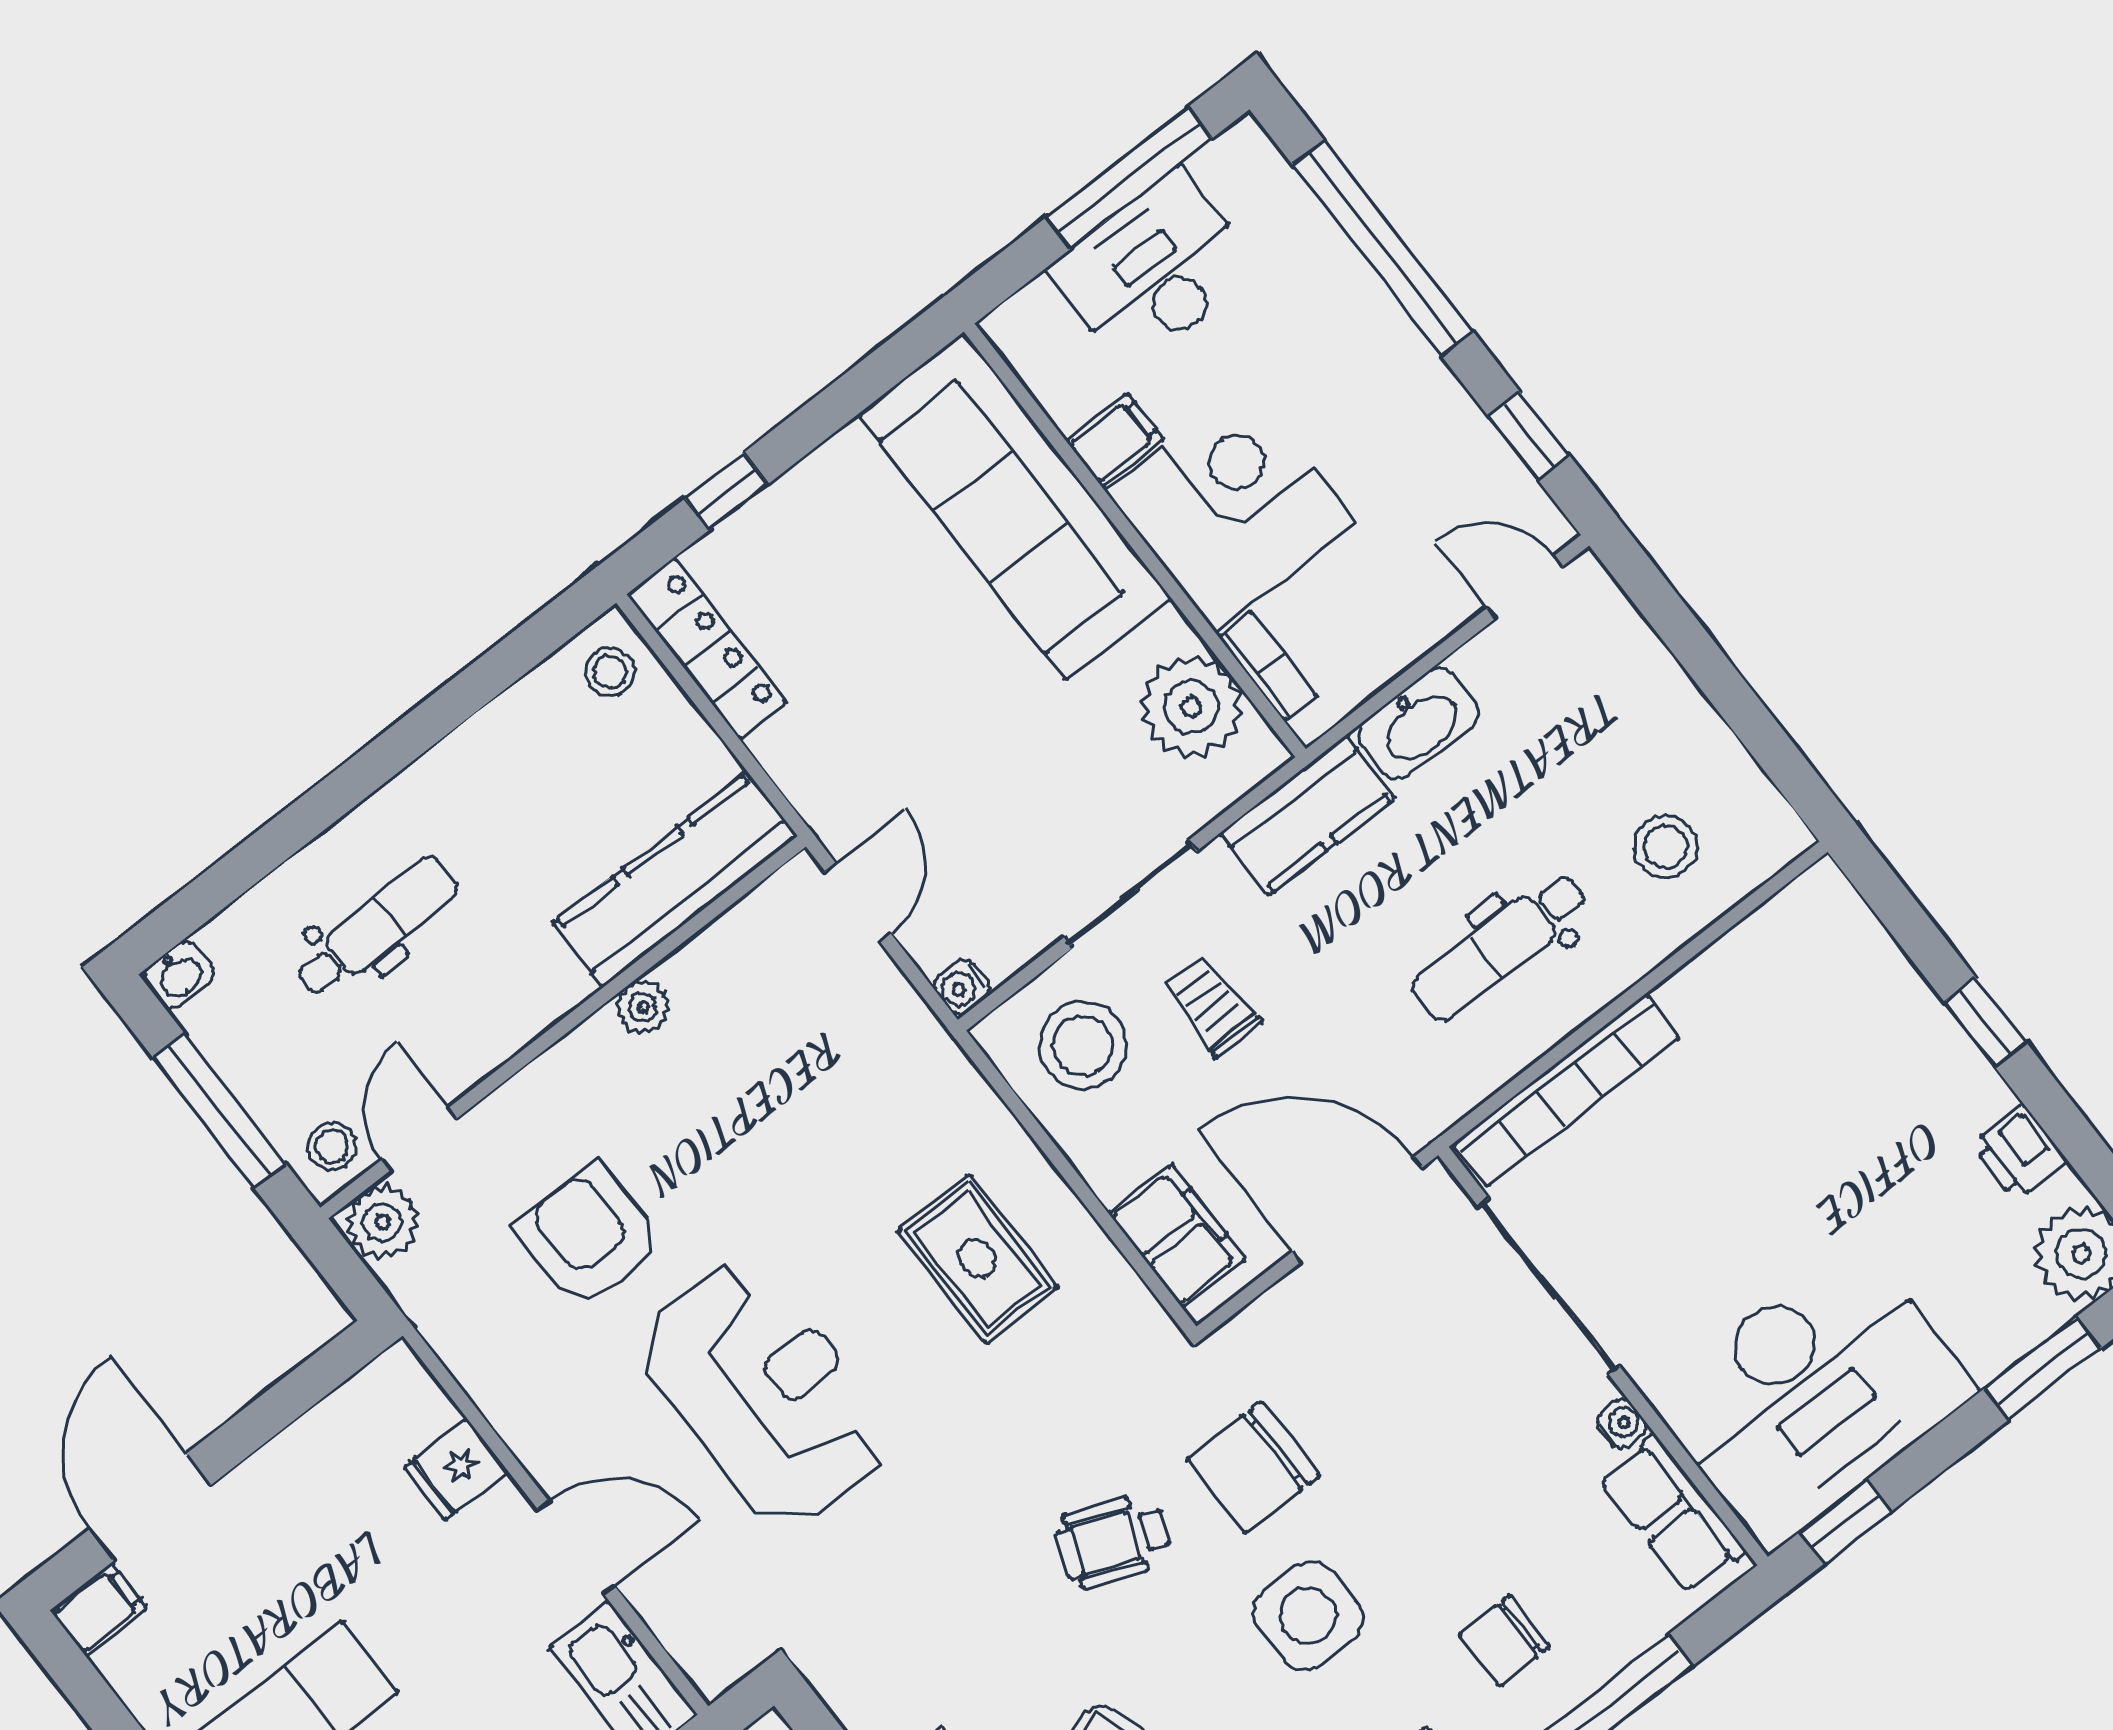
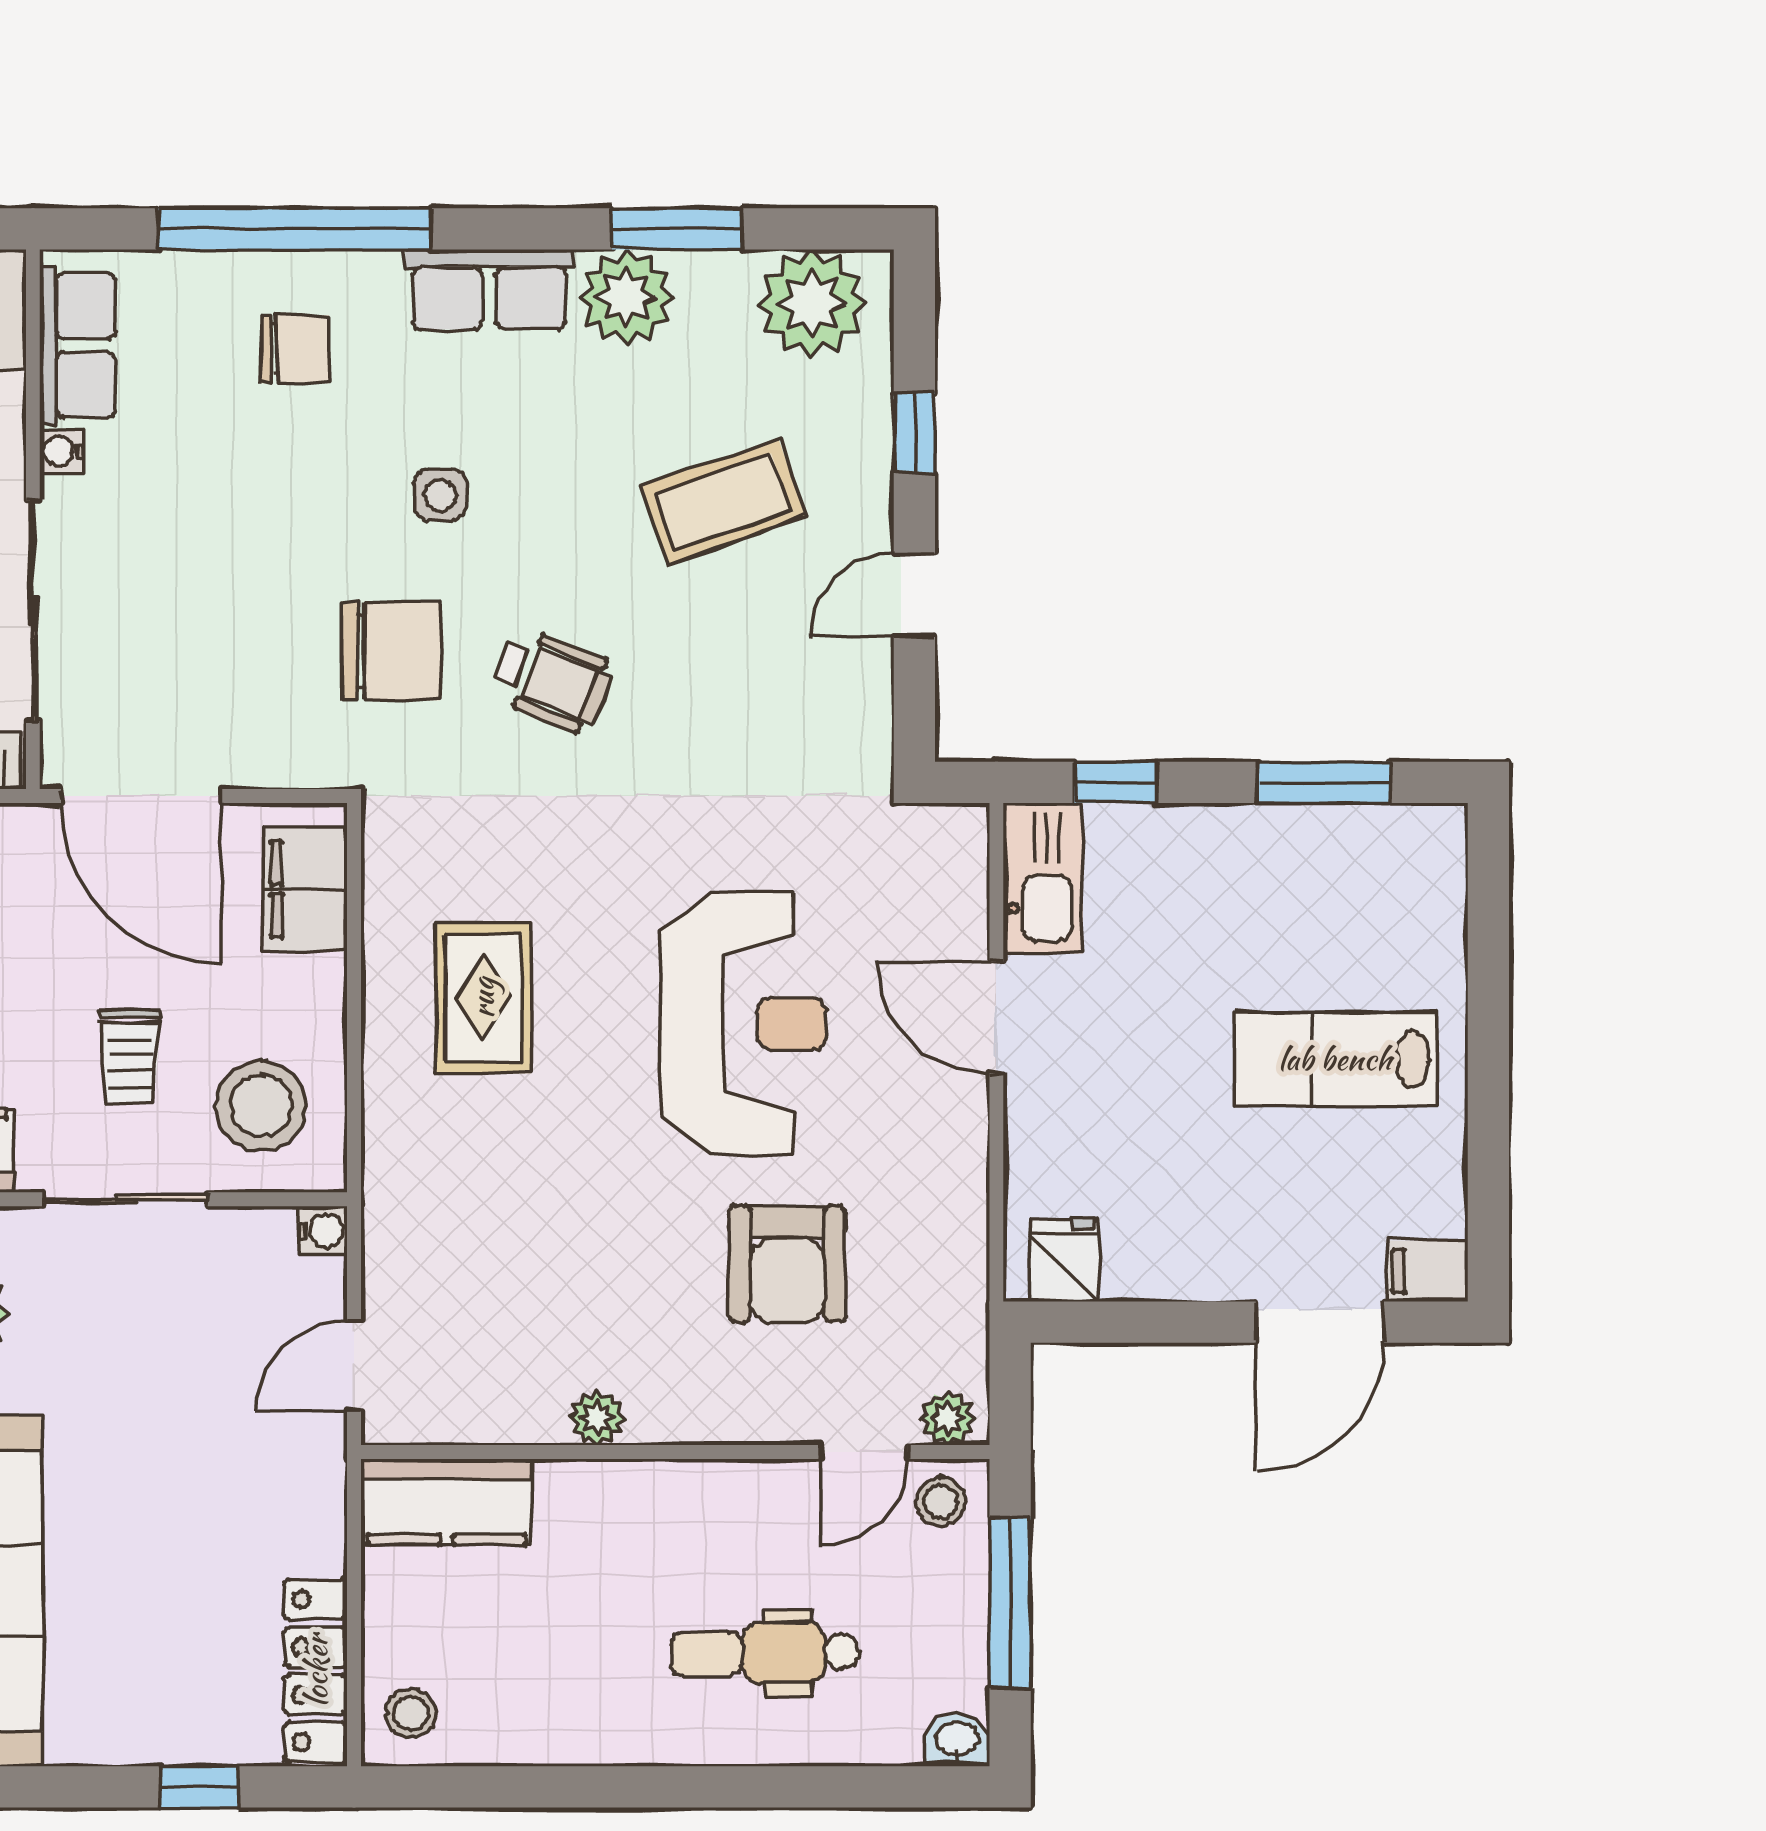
kitchen counter: (675, 879) -> (446, 1502), width x0.67
plant: (382, 1222) -> (948, 1418), width x0.73, depth x0.73
reception desk: (765, 1393) -> (744, 1024), turned 180
fridge: (456, 1469) -> (1064, 1260), moved, turned -90
side table: (1308, 1615) -> (440, 495), width x0.54, depth x0.54

